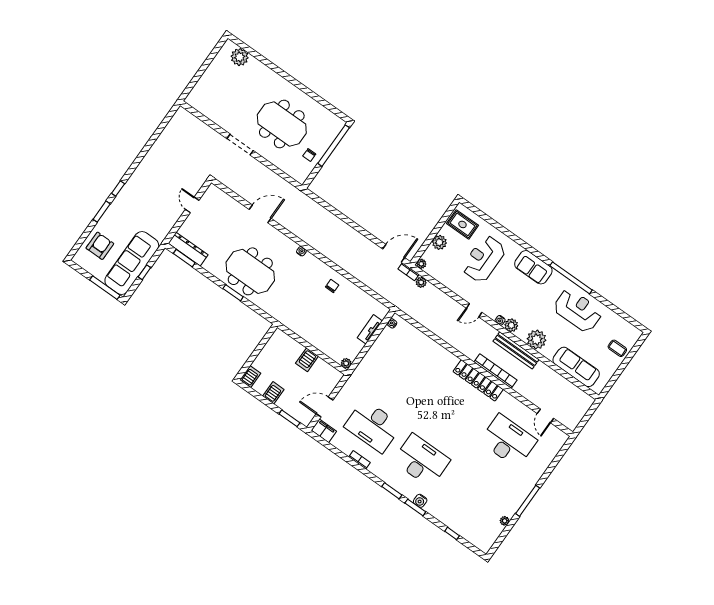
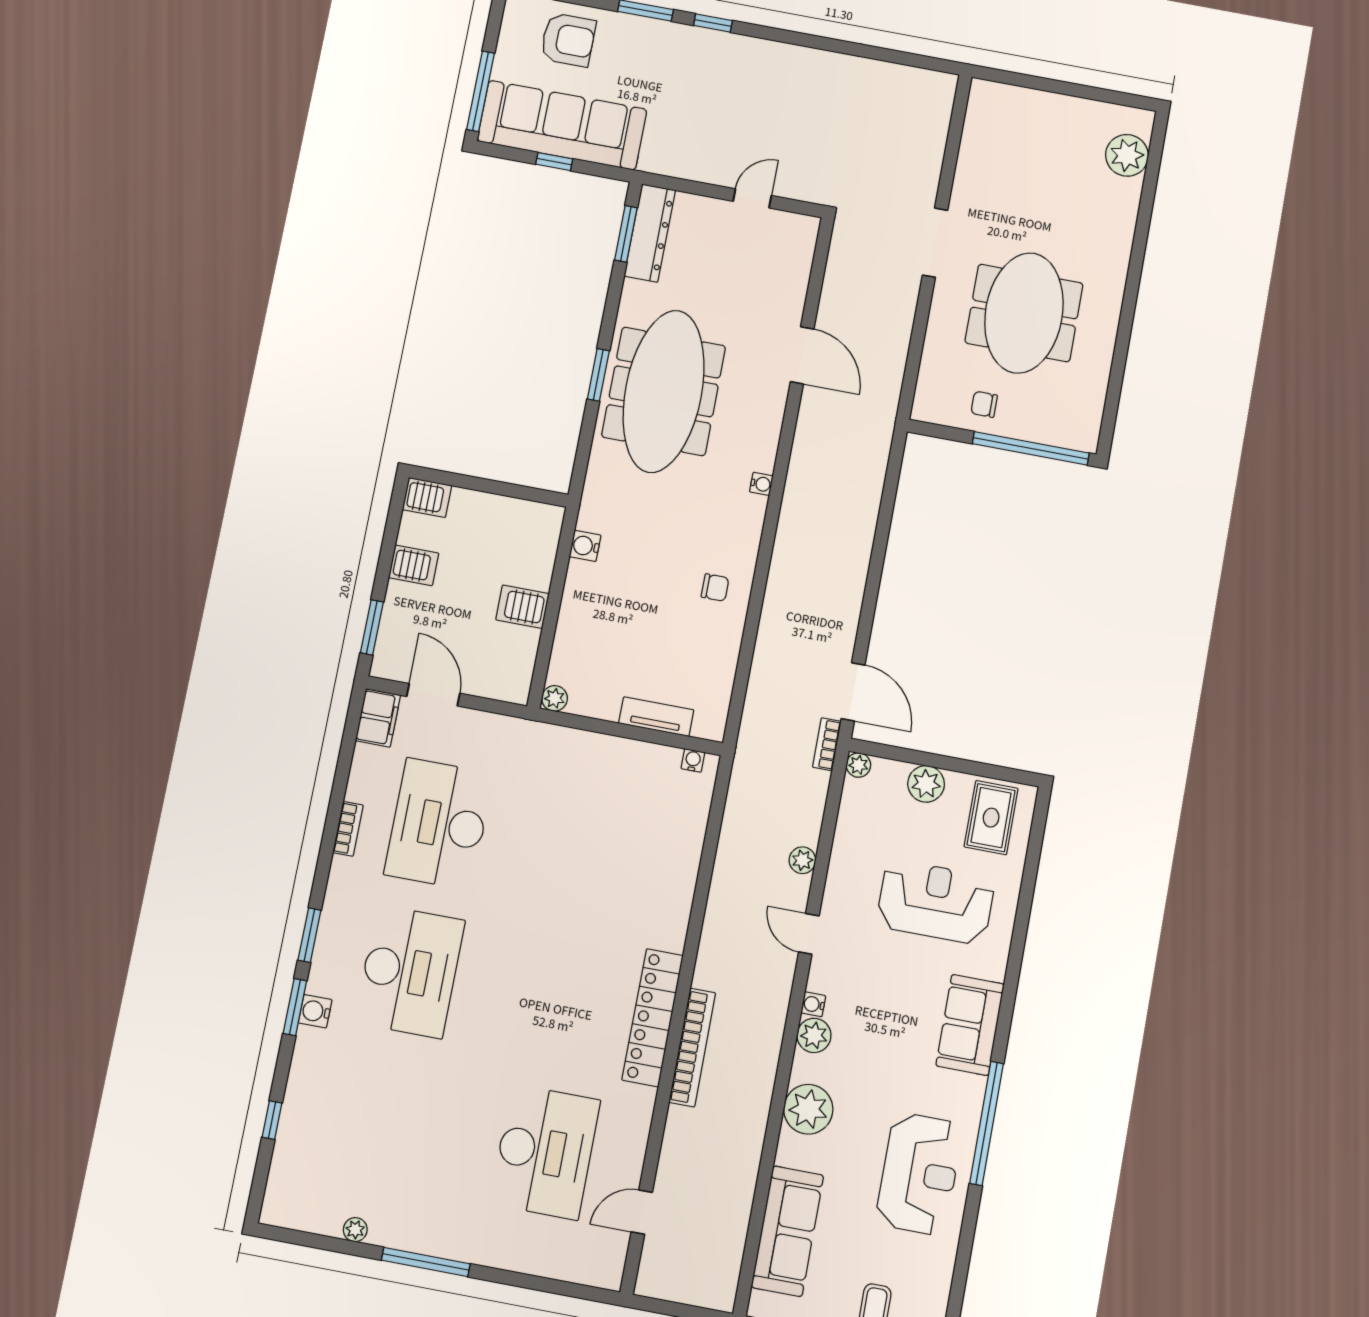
meeting table: (250, 271) -> (664, 391), width x1.36
plant: (421, 282) -> (802, 860), moved
water cooler: (295, 327) -> (585, 546), added
bench: (516, 350) -> (762, 1073), removed

